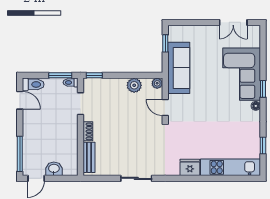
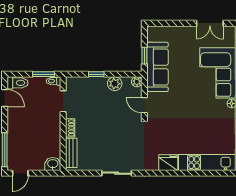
window: (165, 43) -> (144, 56), moved
window: (94, 75) -> (96, 74), moved
washbasin: (54, 169) -> (53, 164), moved

